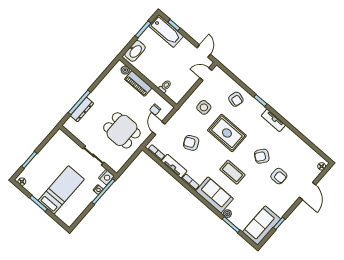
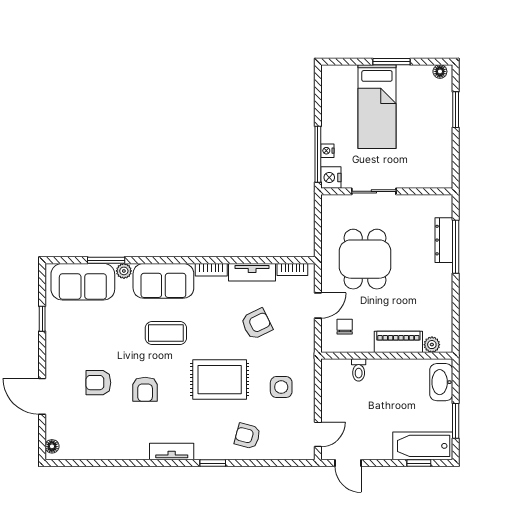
door: (159, 128) -> (318, 305), hinge flipped
dining table: (122, 130) -> (365, 259), turned 90
armchair: (262, 156) -> (145, 389), turned 143
sofa: (262, 226) -> (83, 282), moved, turned 90

